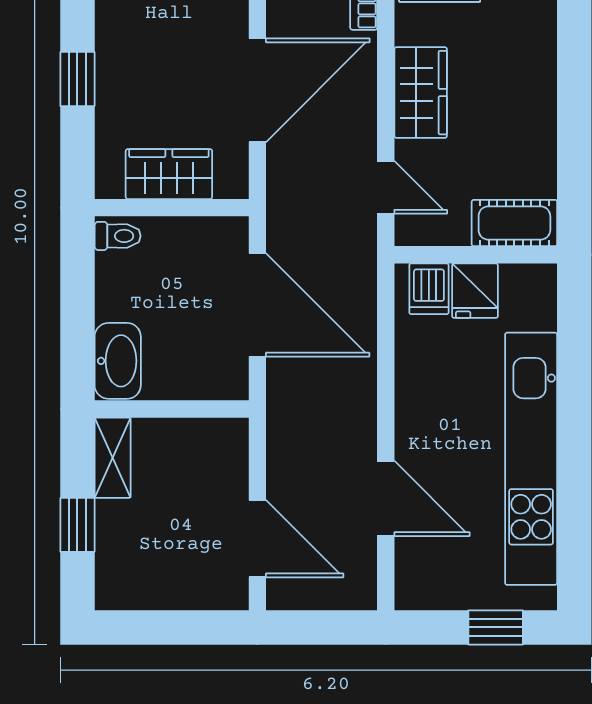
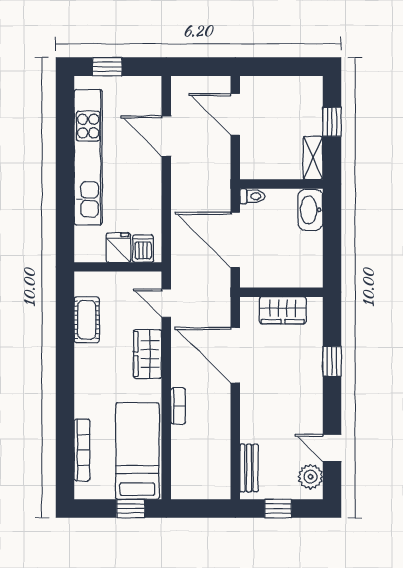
door: (257, 90) -> (235, 355), hinge flipped
cot: (514, 223) -> (87, 320), moved, turned 90
toilet: (118, 236) -> (252, 196), moved, turned 180

